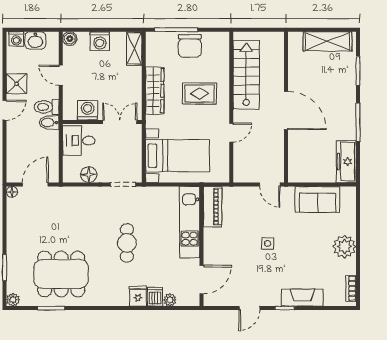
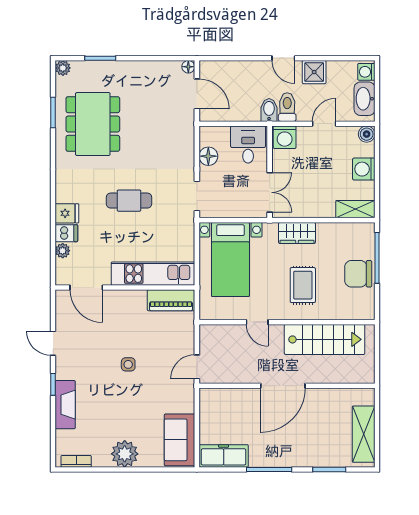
washbasin: (35, 40) -> (365, 99), width x1.38
wardrobe: (155, 91) -> (297, 233), width x0.67
washing machine: (88, 110) -> (285, 137), moved, turned 90
sofa: (317, 199) -> (180, 440), moved

